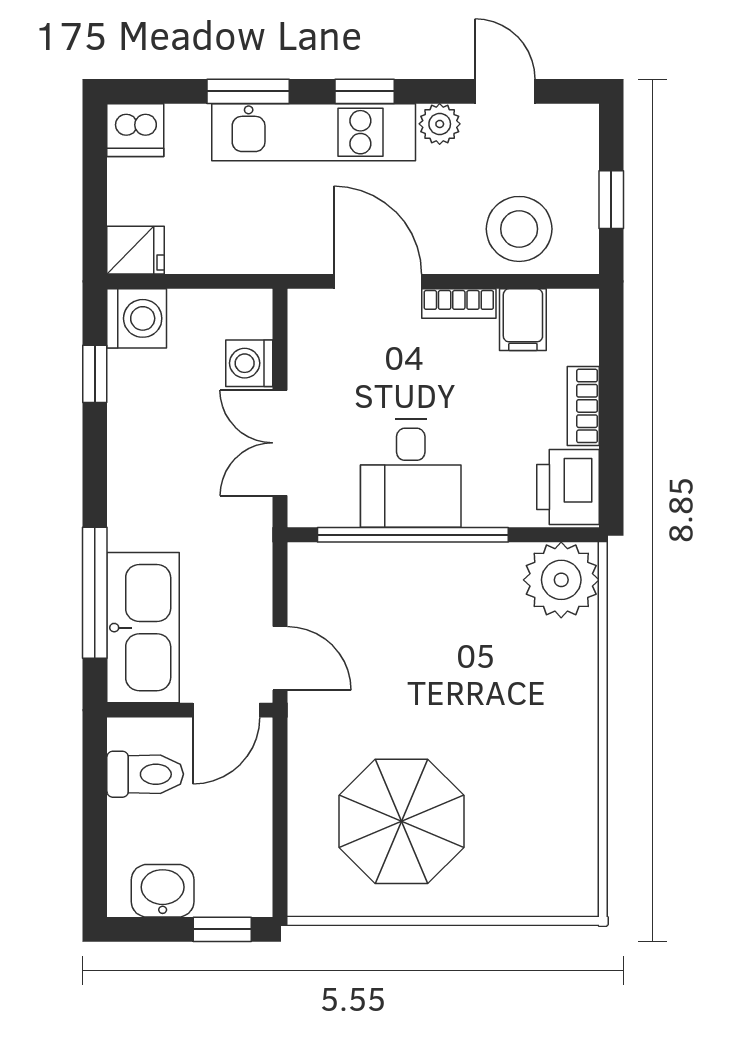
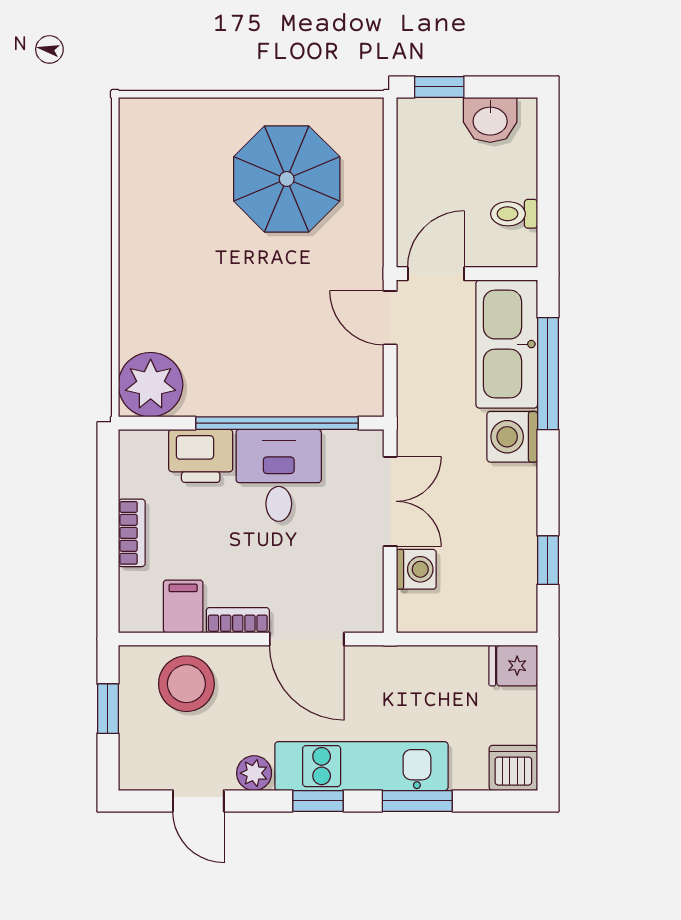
washing machine: (137, 318) -> (512, 437), moved
printer: (568, 487) -> (201, 456), moved, turned 90
toilet: (145, 774) -> (514, 214), width x0.73, depth x0.72

